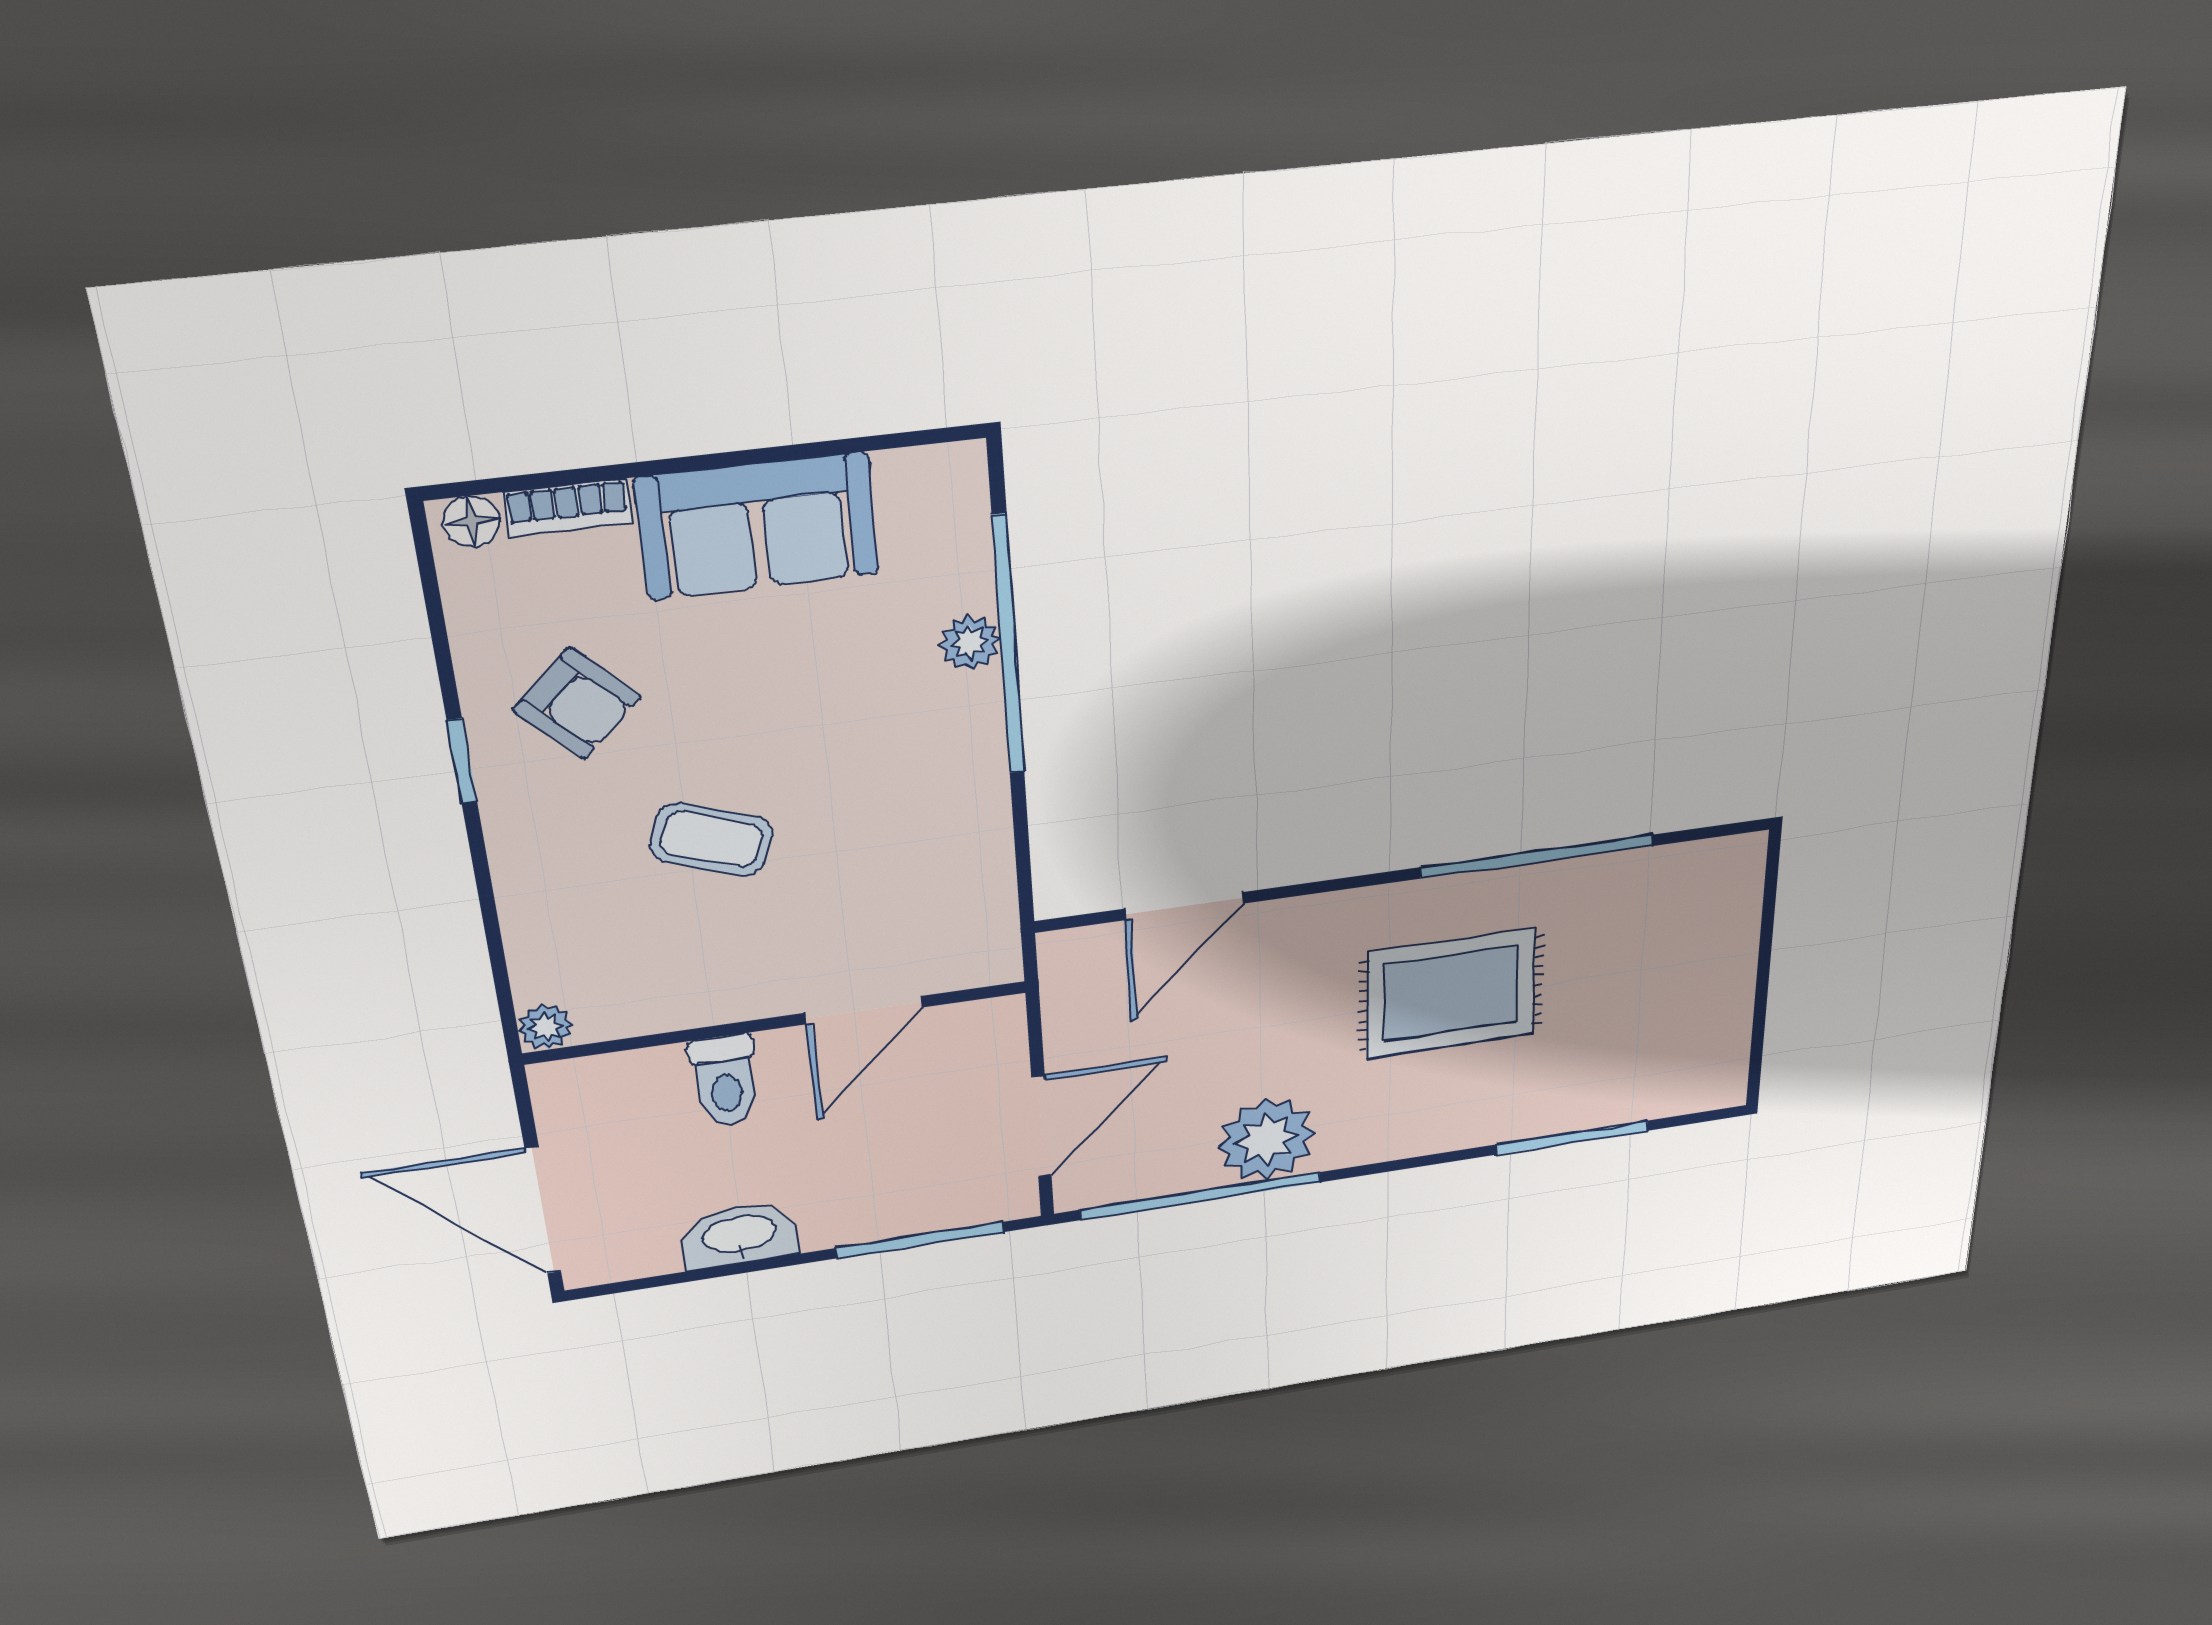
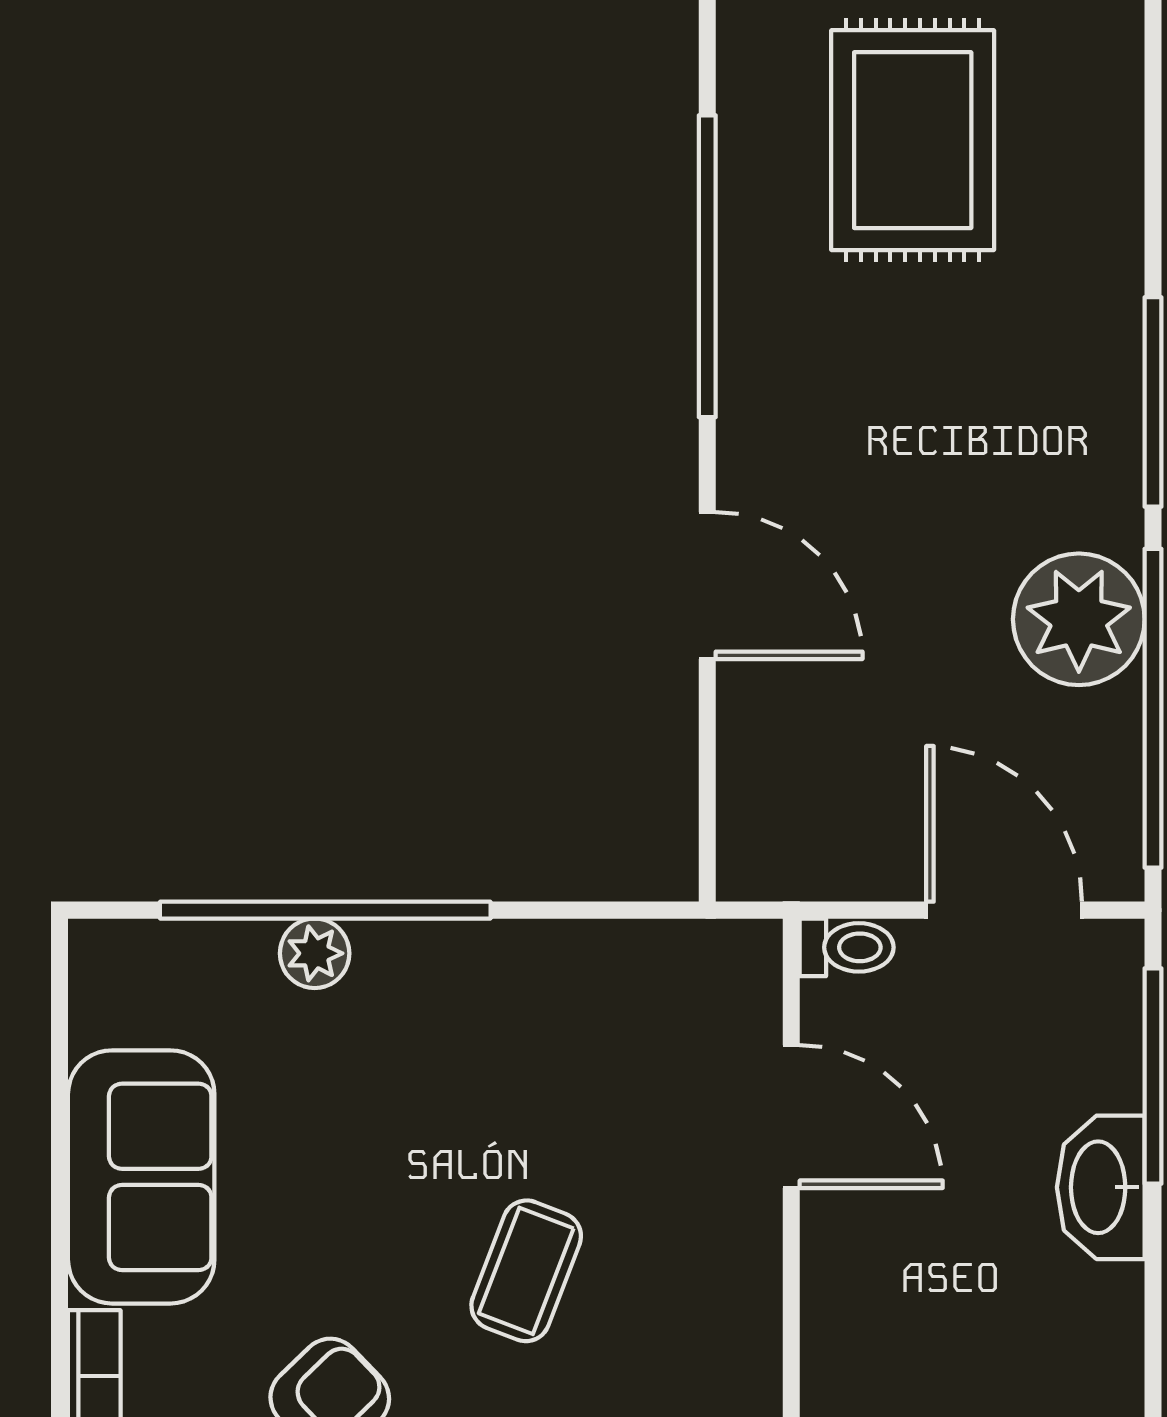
door: (1184, 906) -> (707, 586), moved
rug: (1451, 993) -> (913, 140), moved
toilet: (725, 1081) -> (847, 947), moved, width x0.73, depth x0.72
window: (1572, 1138) -> (1153, 402), moved
washbasin: (739, 1235) -> (1101, 1187), moved

